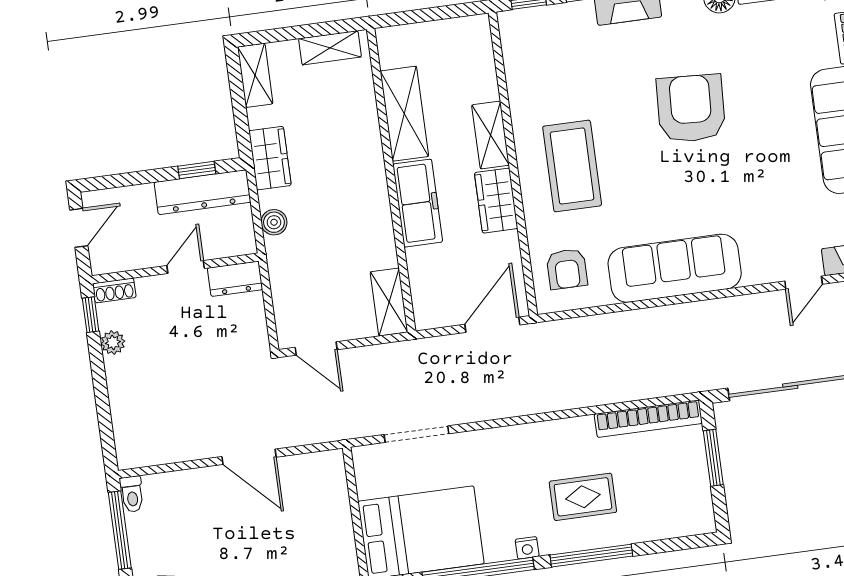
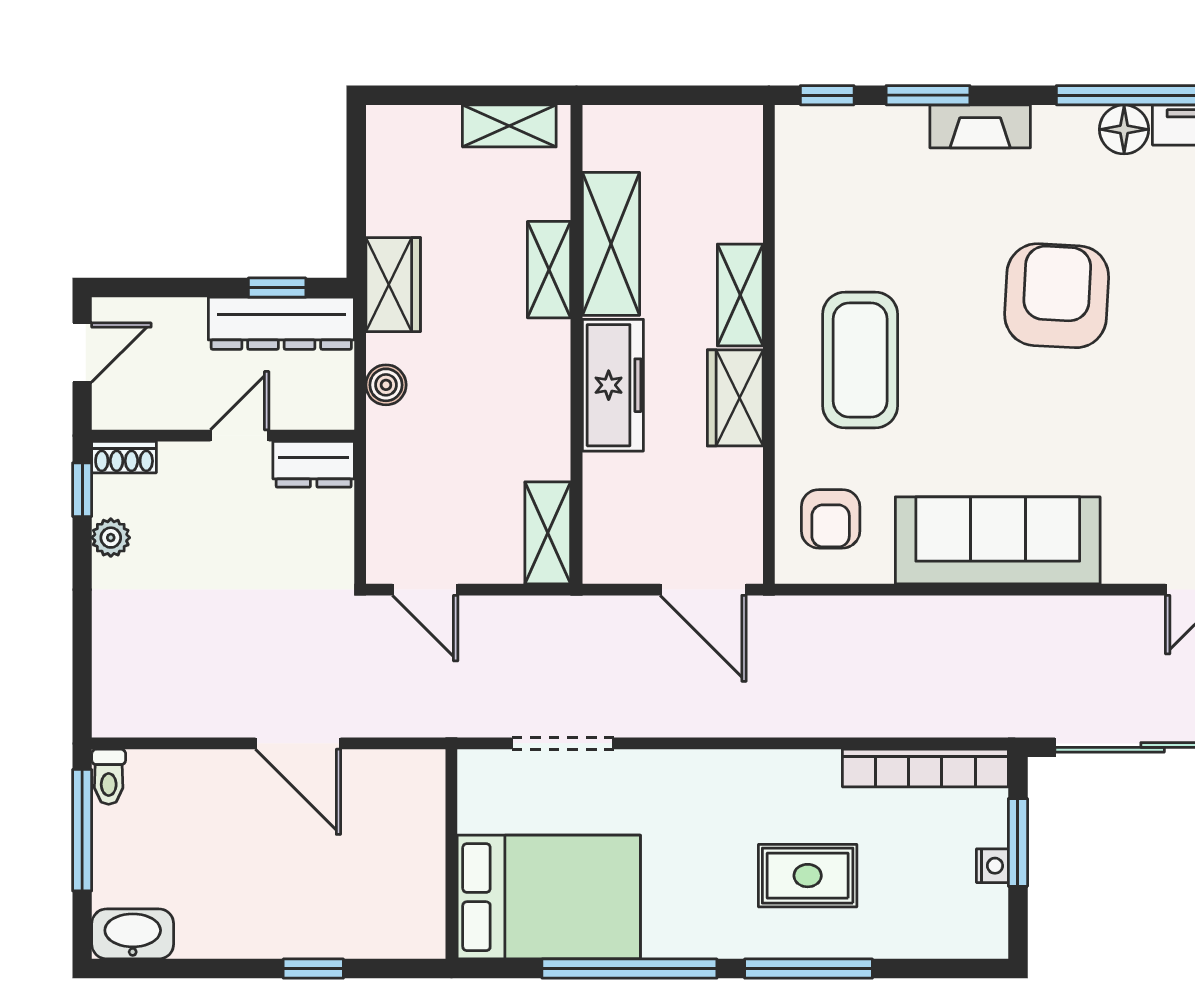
shelving: (255, 75) -> (549, 270), moved
door: (492, 325) -> (703, 590), swing flipped
nightstand: (527, 548) -> (992, 866), moved, turned -90

